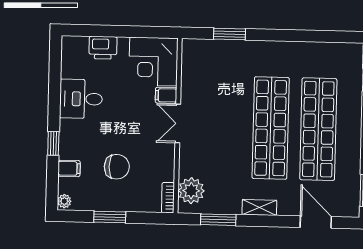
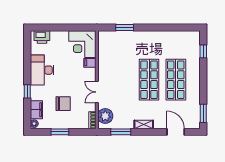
printer: (103, 48) -> (42, 37), moved
desk: (81, 99) -> (42, 70), width x1.37
double door: (178, 123) -> (97, 92), moved
shop shelf: (271, 128) -> (149, 80), width x0.71
shop shelf: (318, 129) -> (176, 80), width x0.71
filing cabinet: (69, 168) -> (36, 110), width x2.00

